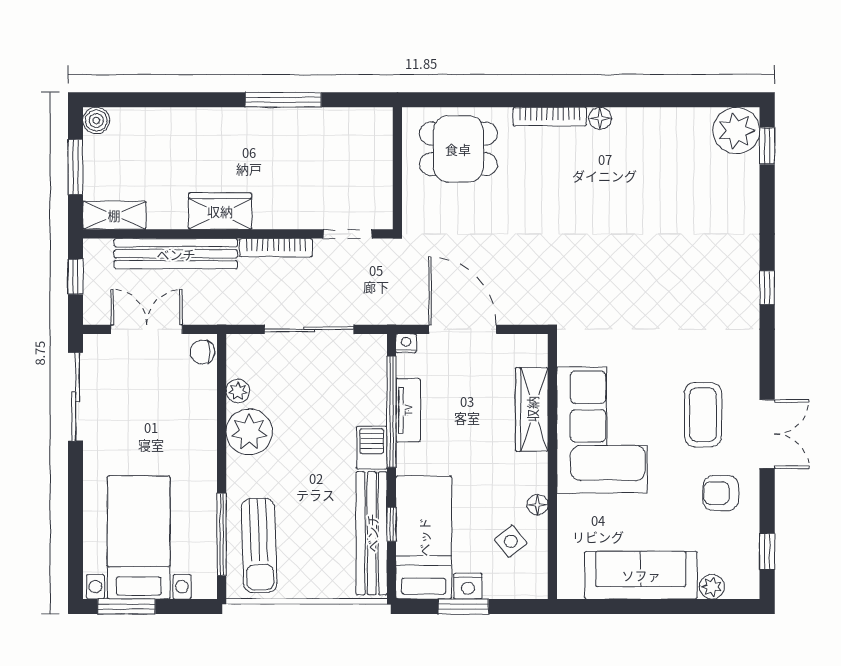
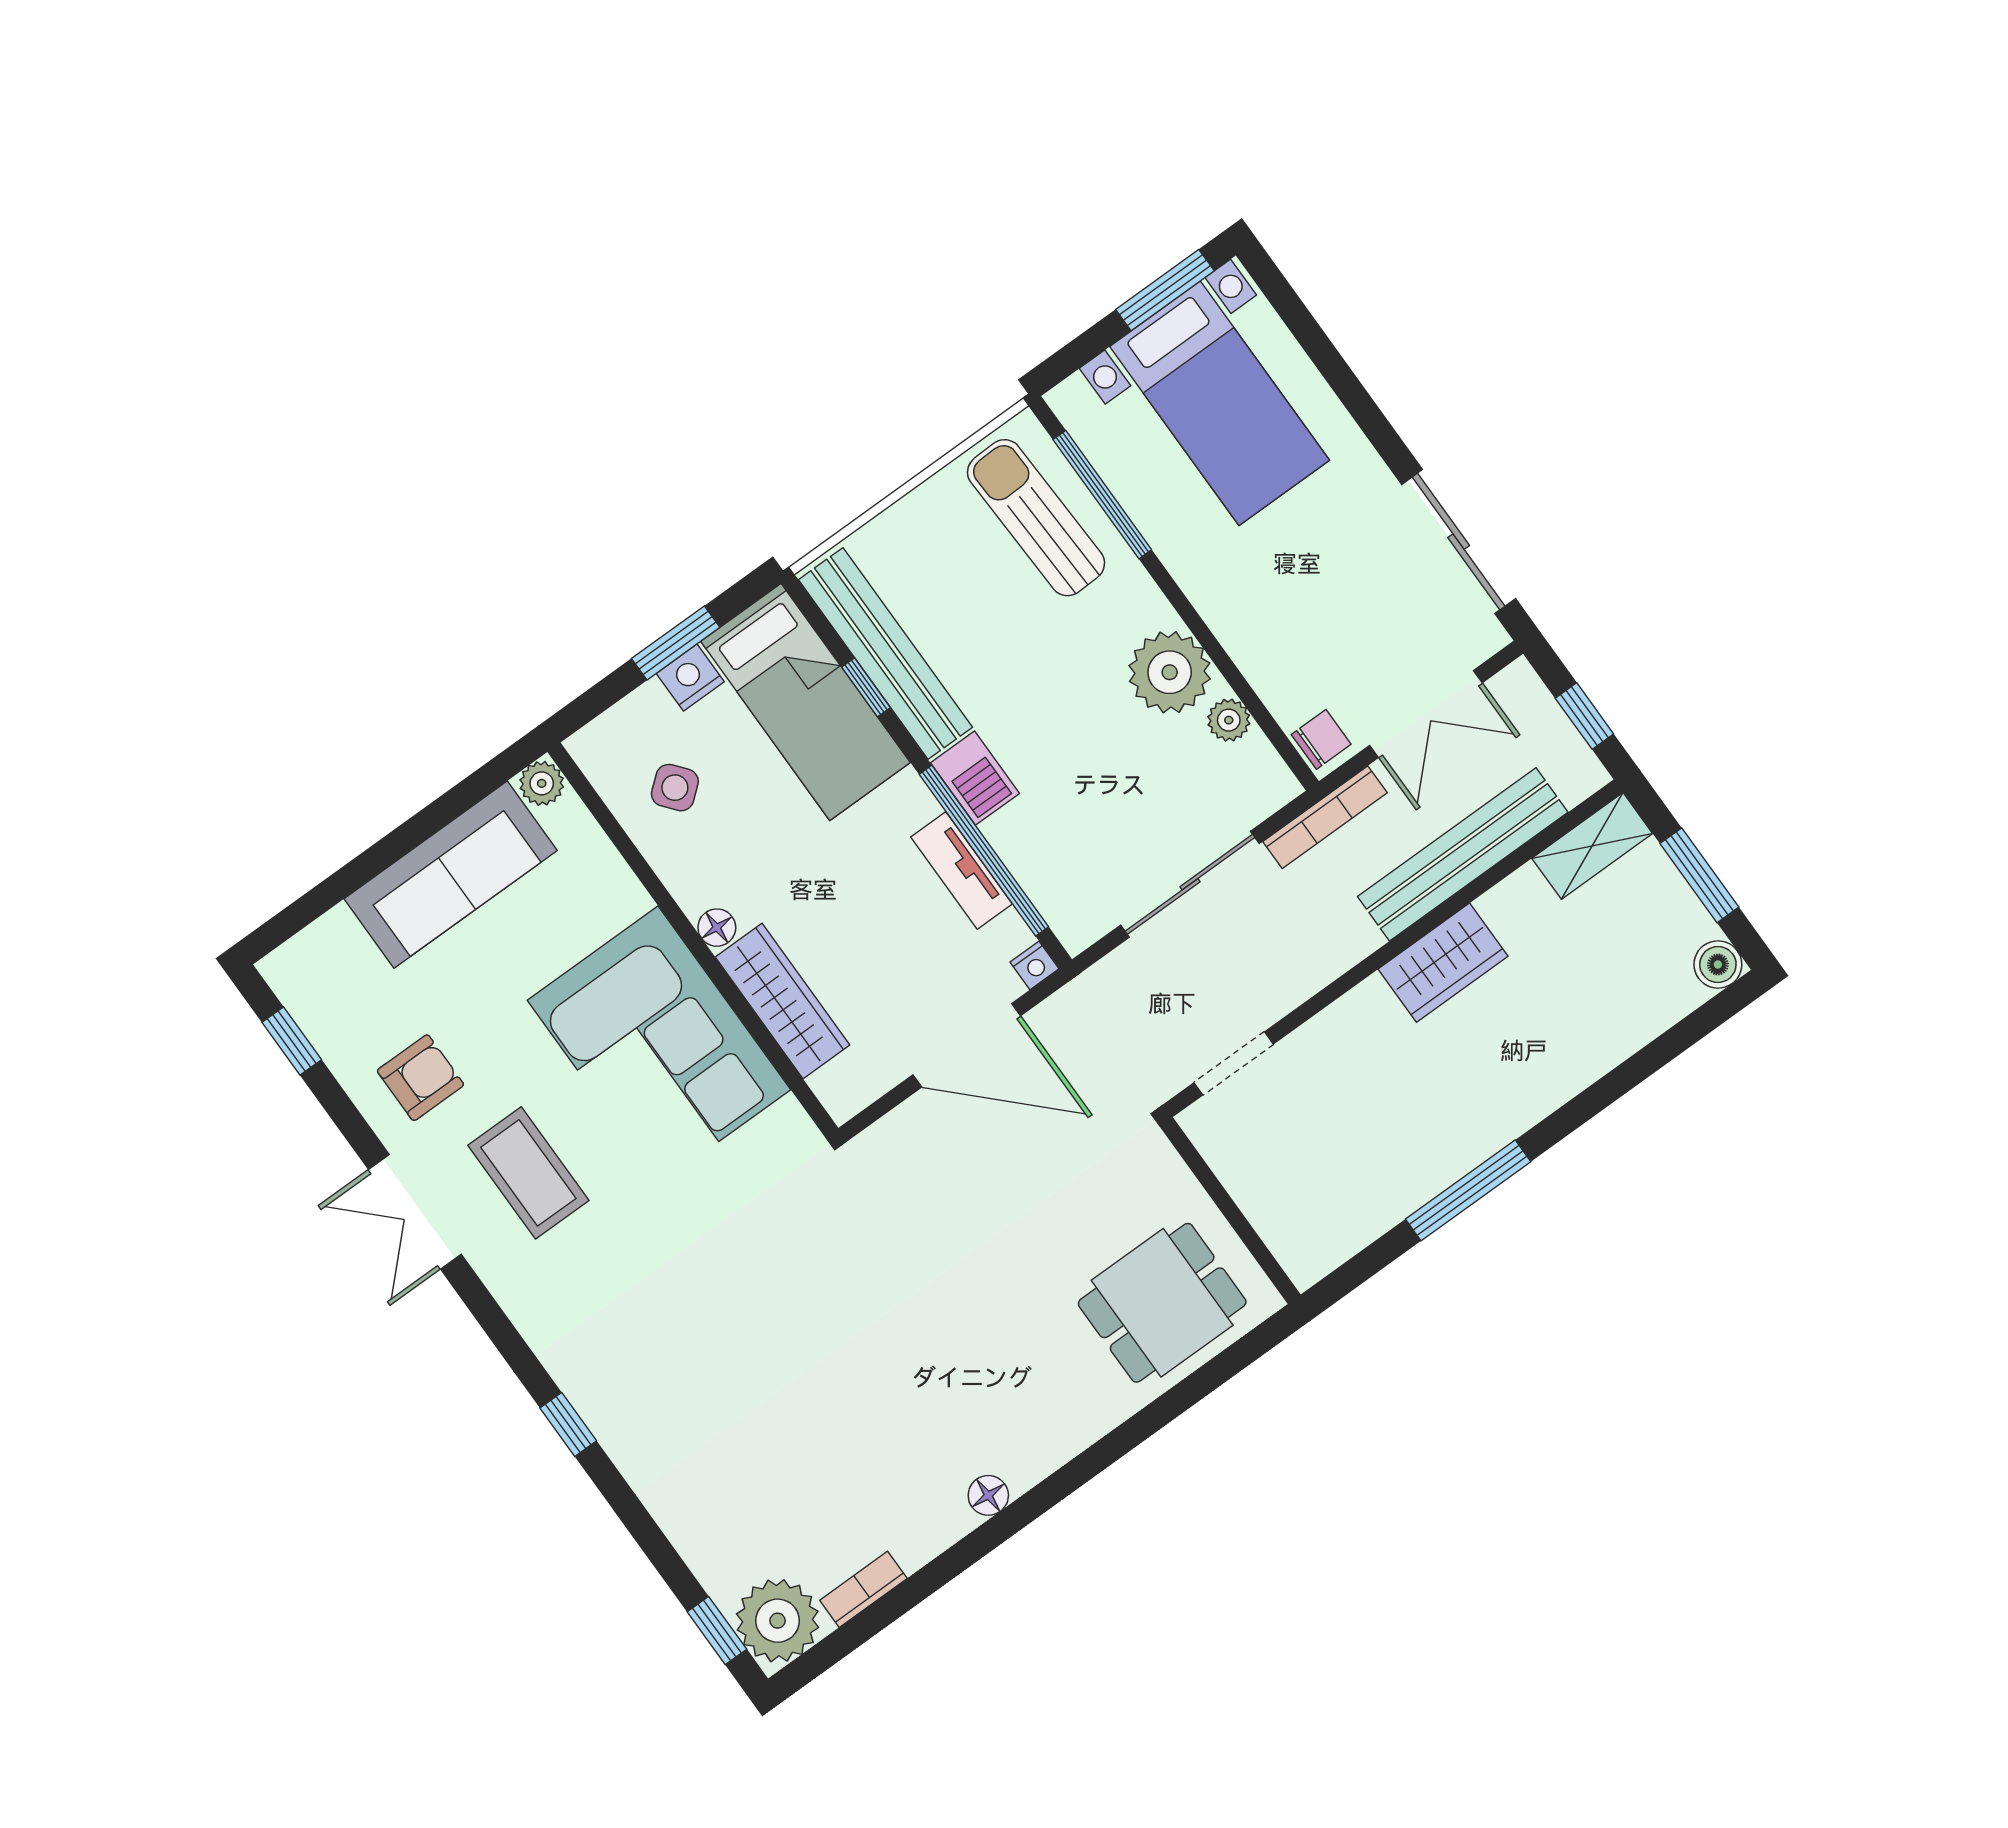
bookcase: (550, 117) -> (863, 1589), moved, width x0.64
bookcase: (276, 248) -> (1325, 817), moved, turned 180
floor lamp: (538, 505) -> (717, 928), moved
plant: (712, 587) -> (542, 783), moved

